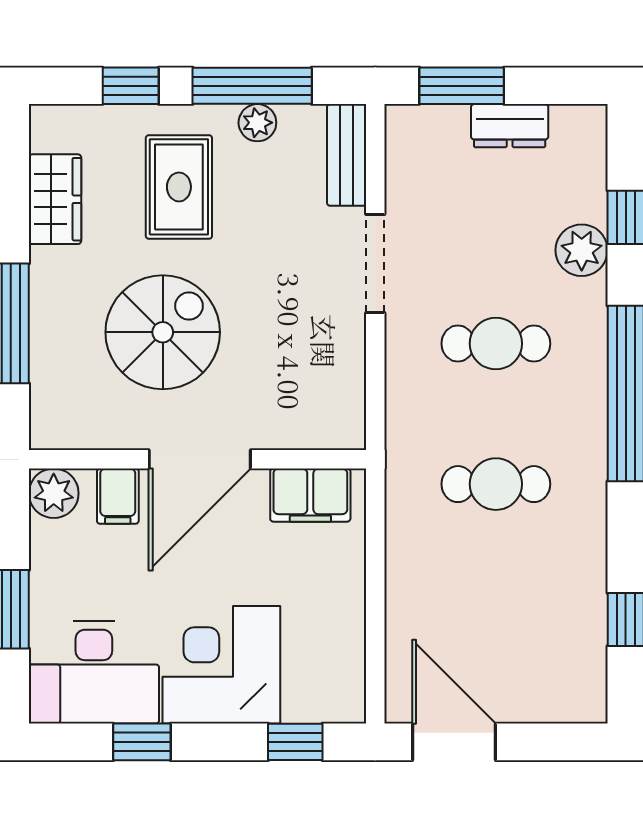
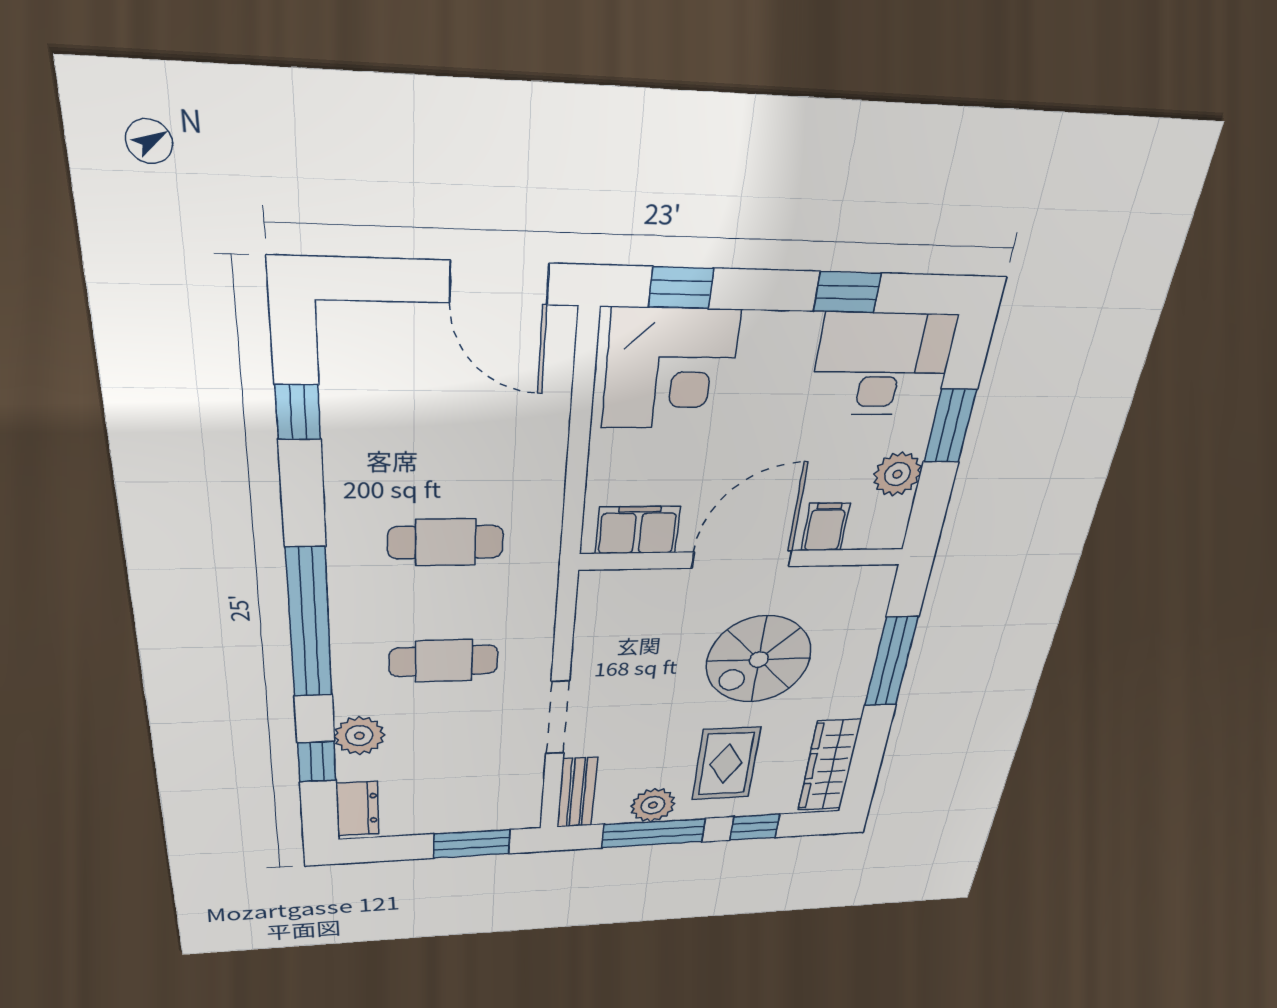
plant: (257, 123) -> (653, 805), width x1.38, depth x1.38
dresser: (510, 126) -> (357, 809), moved, turned 90
wardrobe: (55, 199) -> (829, 765), width x1.50
plant: (54, 493) -> (897, 474), moved
corner desk: (221, 665) -> (670, 369), moved

